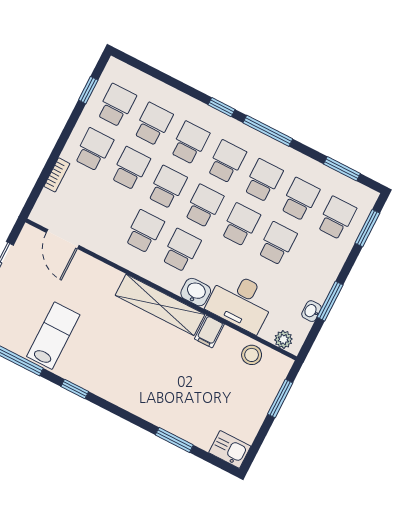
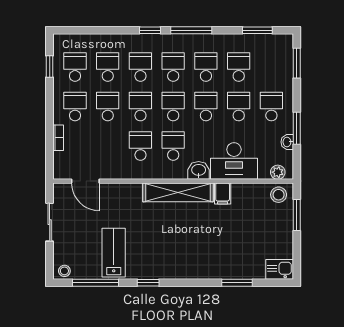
school desk: (337, 218) -> (271, 107), moved
stool: (252, 355) -> (279, 195), moved

